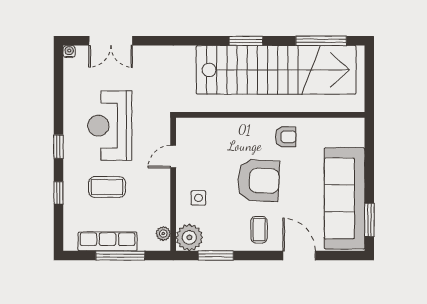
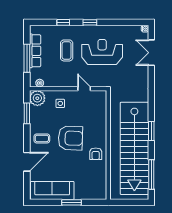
armchair: (258, 180) -> (70, 138), turned -91
sofa: (345, 198) -> (52, 190), width x0.74, depth x0.79
window: (369, 220) -> (71, 202), moved

